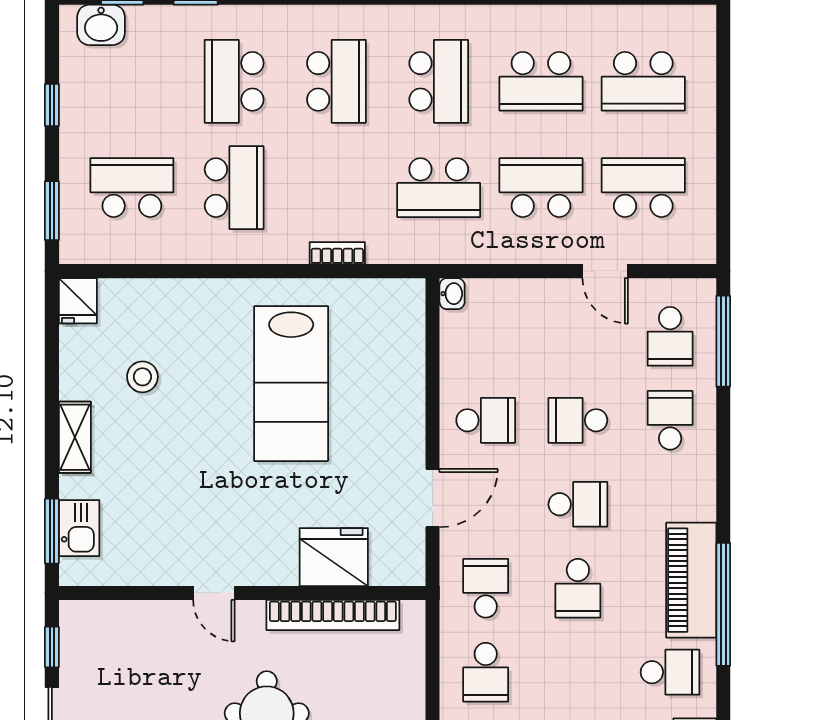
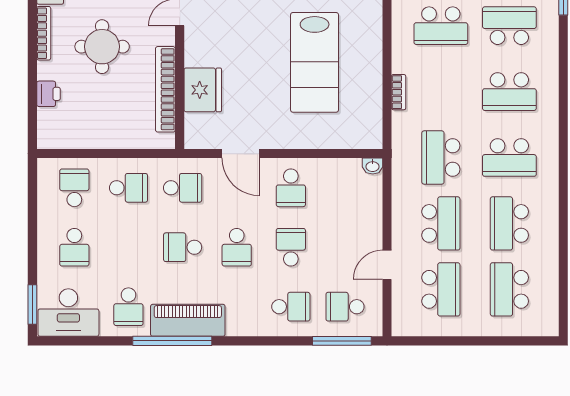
lab bench: (291, 384) -> (315, 62), turned -90
school desk: (486, 672) -> (128, 188), turned 180

